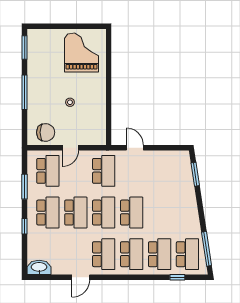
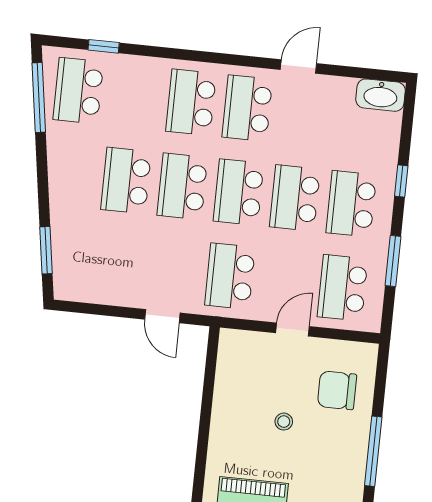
chair: (46, 132) -> (337, 390), moved
school desk: (160, 254) -> (126, 181), moved

